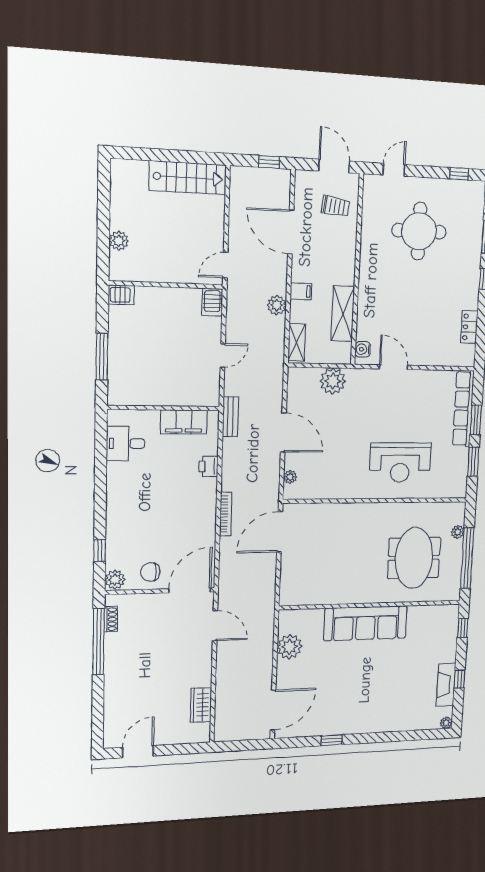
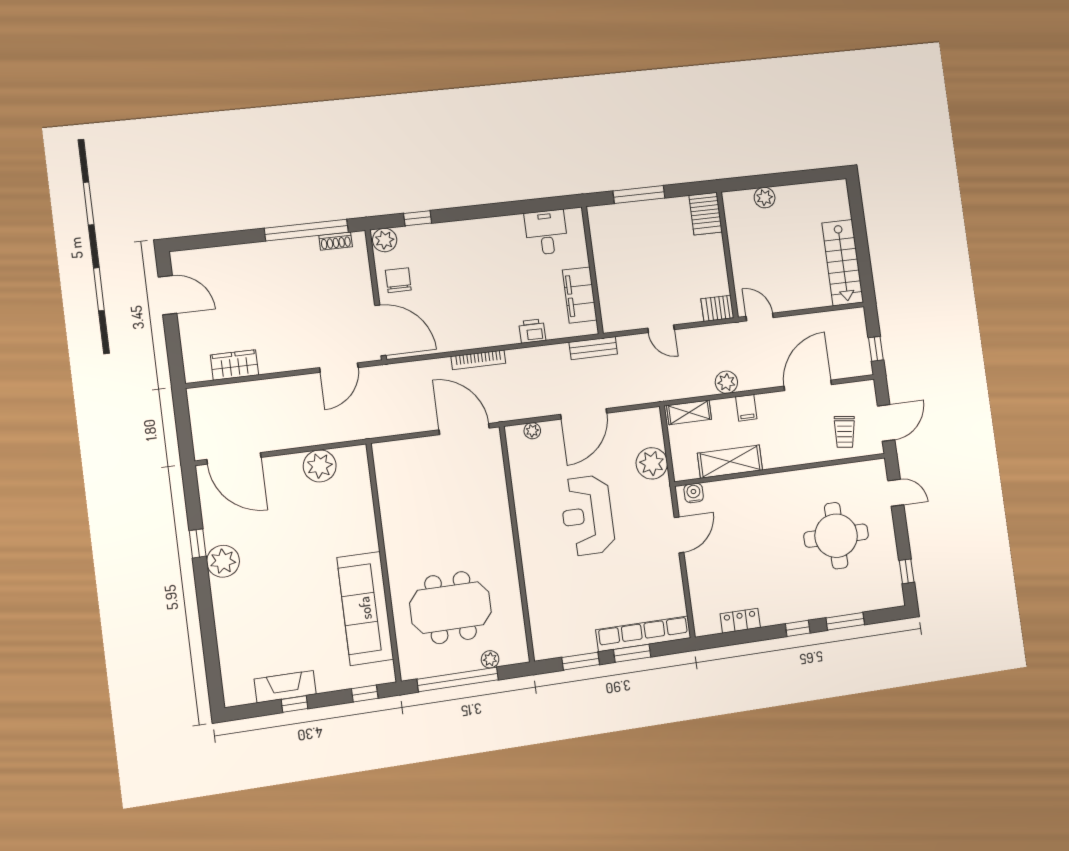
server rack: (121, 295) -> (706, 214), width x1.36, depth x1.44
reception desk: (400, 463) -> (587, 516), moved
sofa: (366, 623) -> (365, 608), moved
plant: (446, 723) -> (223, 561), moved, width x1.88, depth x1.88

